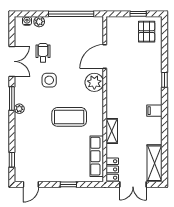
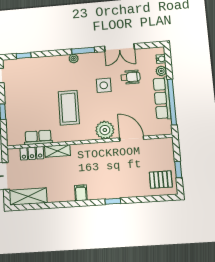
row of seats: (67, 23) -> (162, 98), added
row of seats: (97, 156) -> (38, 137), width x0.68
locker: (112, 169) -> (32, 153), moved

